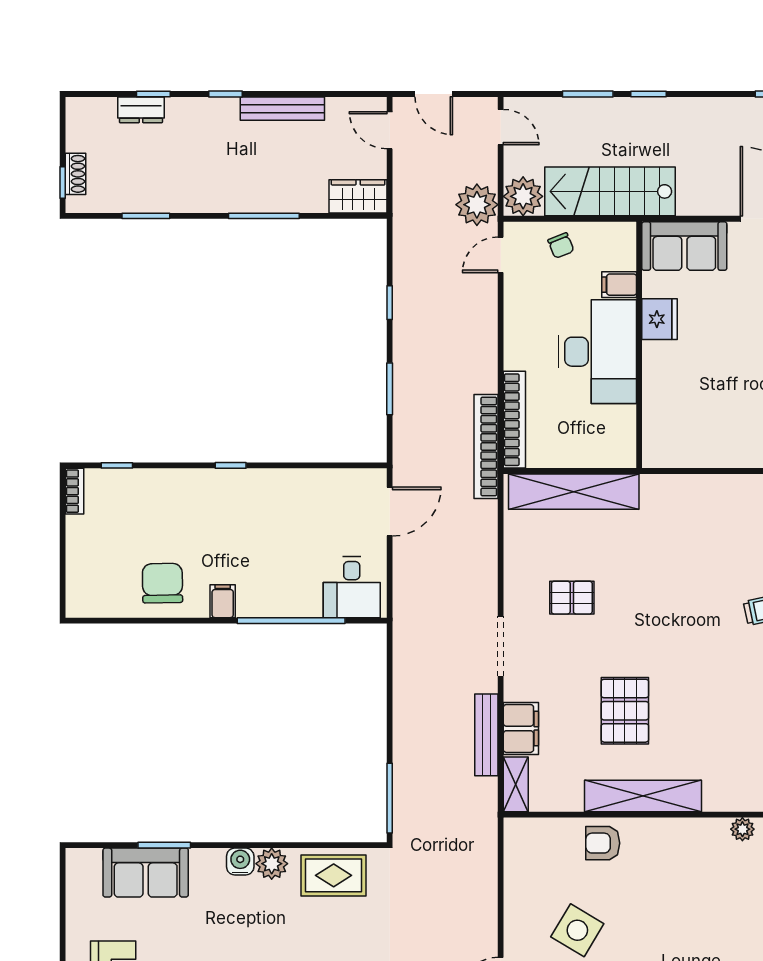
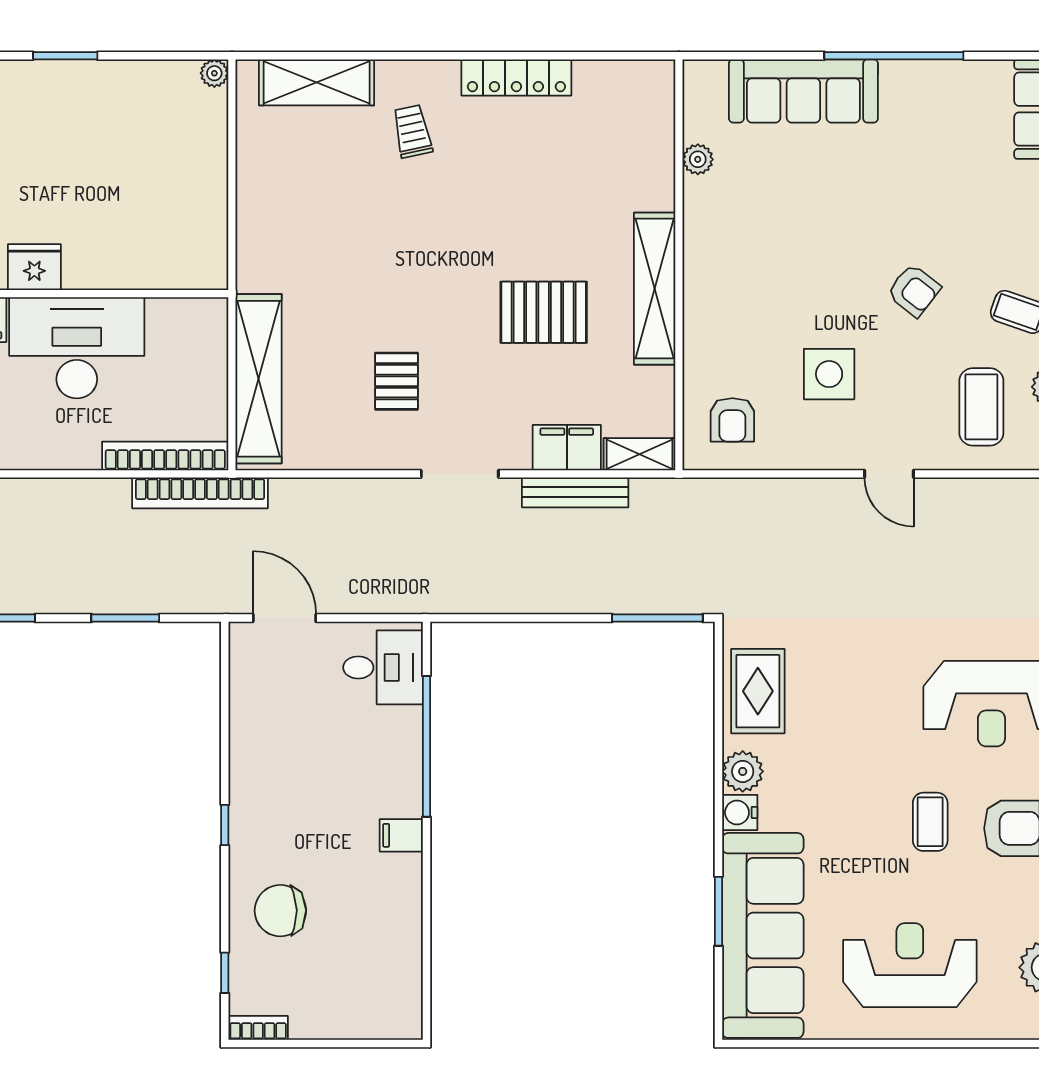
chair: (162, 583) -> (280, 911), moved
armchair: (603, 843) -> (732, 420), moved
sofa: (146, 873) -> (763, 935), width x1.85, depth x1.27
side table: (577, 930) -> (829, 374), turned -31

